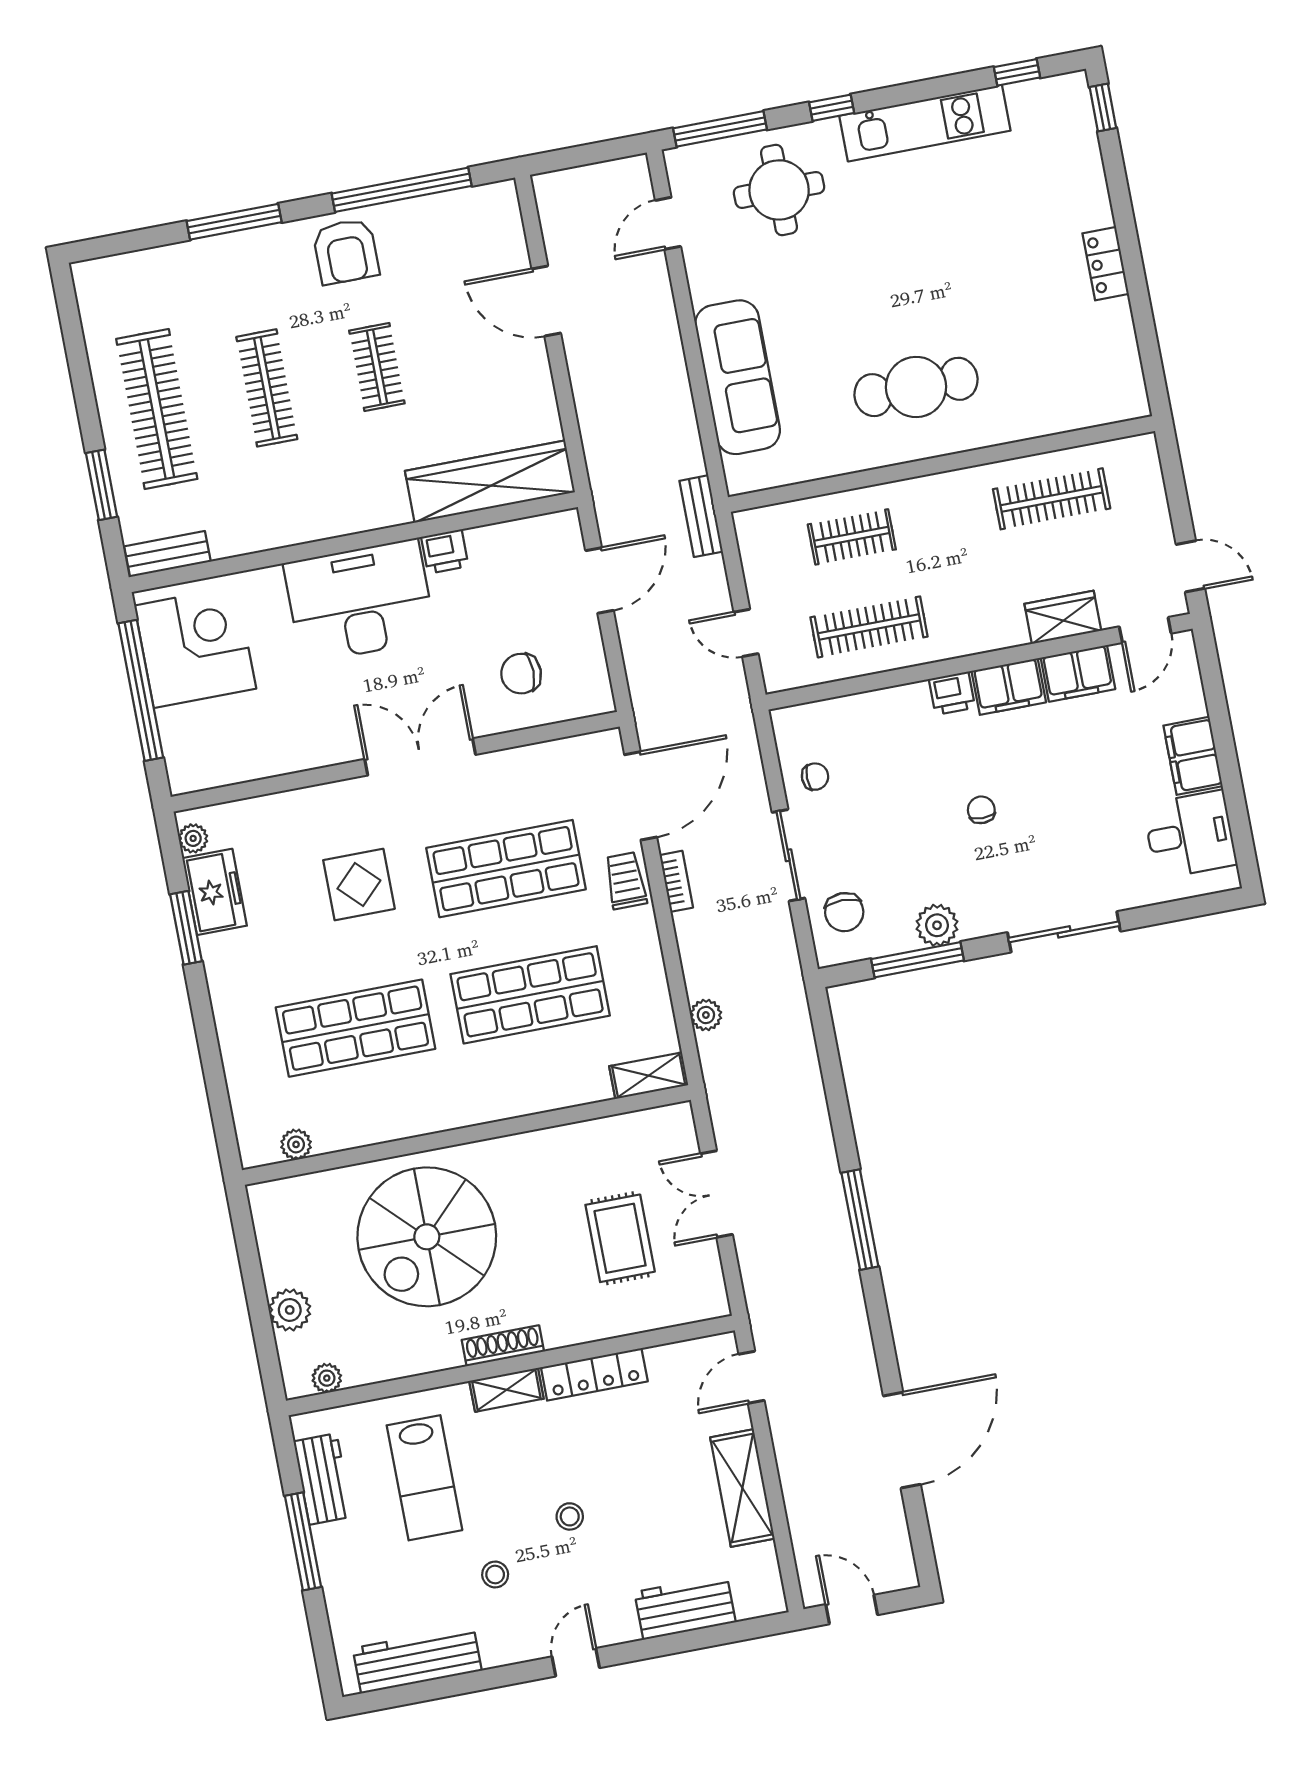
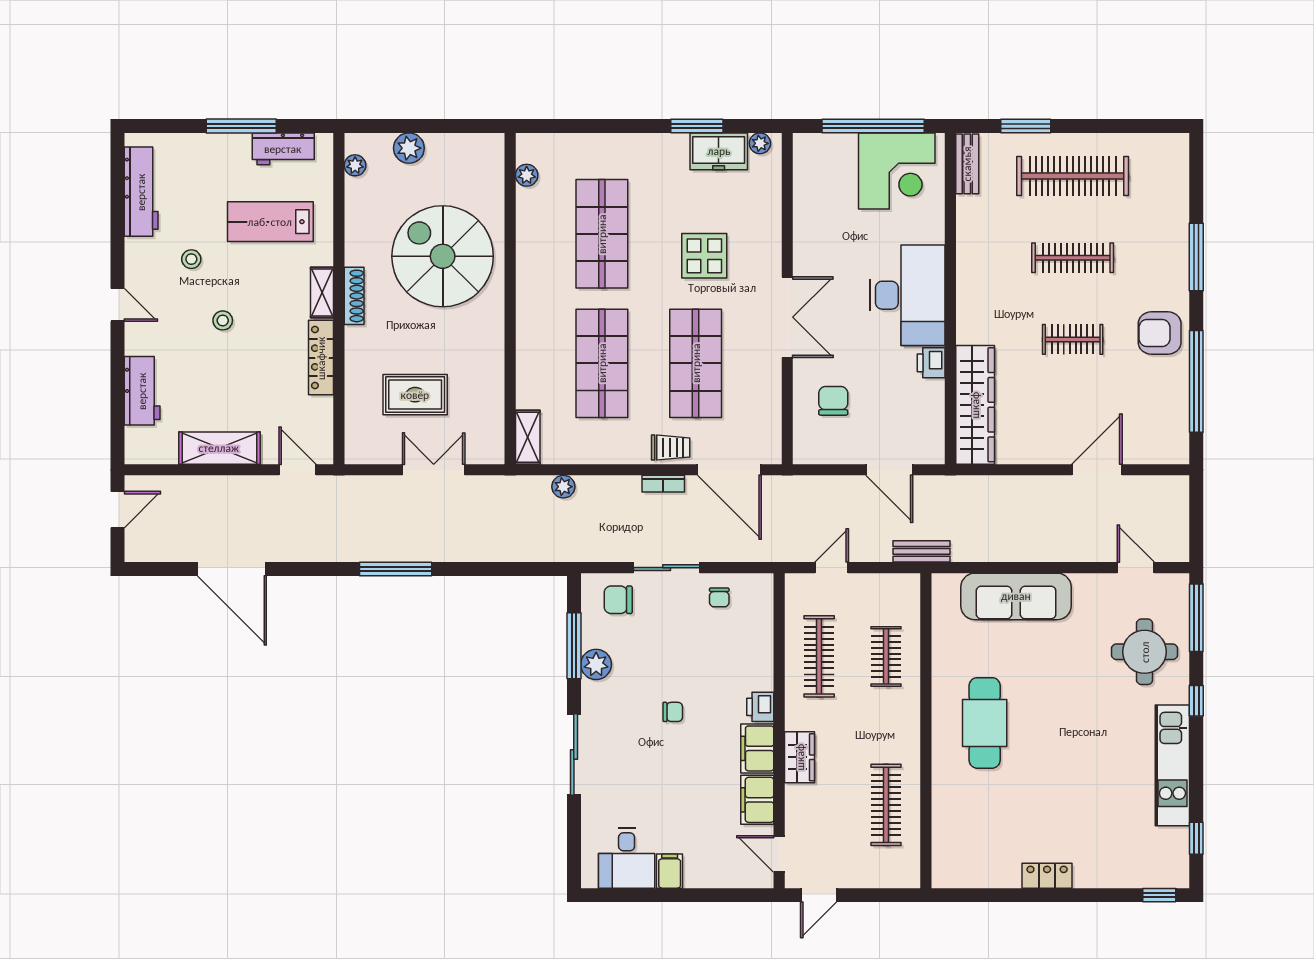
wardrobe: (1063, 617) -> (800, 757), moved
filing cabinet: (1193, 756) -> (670, 871), width x0.50

